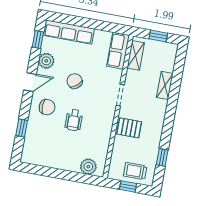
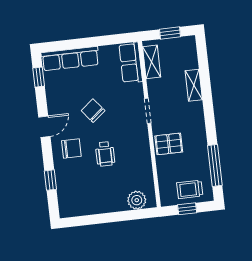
plant: (46, 61) -> (55, 98), removed
window: (162, 157) -> (215, 165), width x2.17

